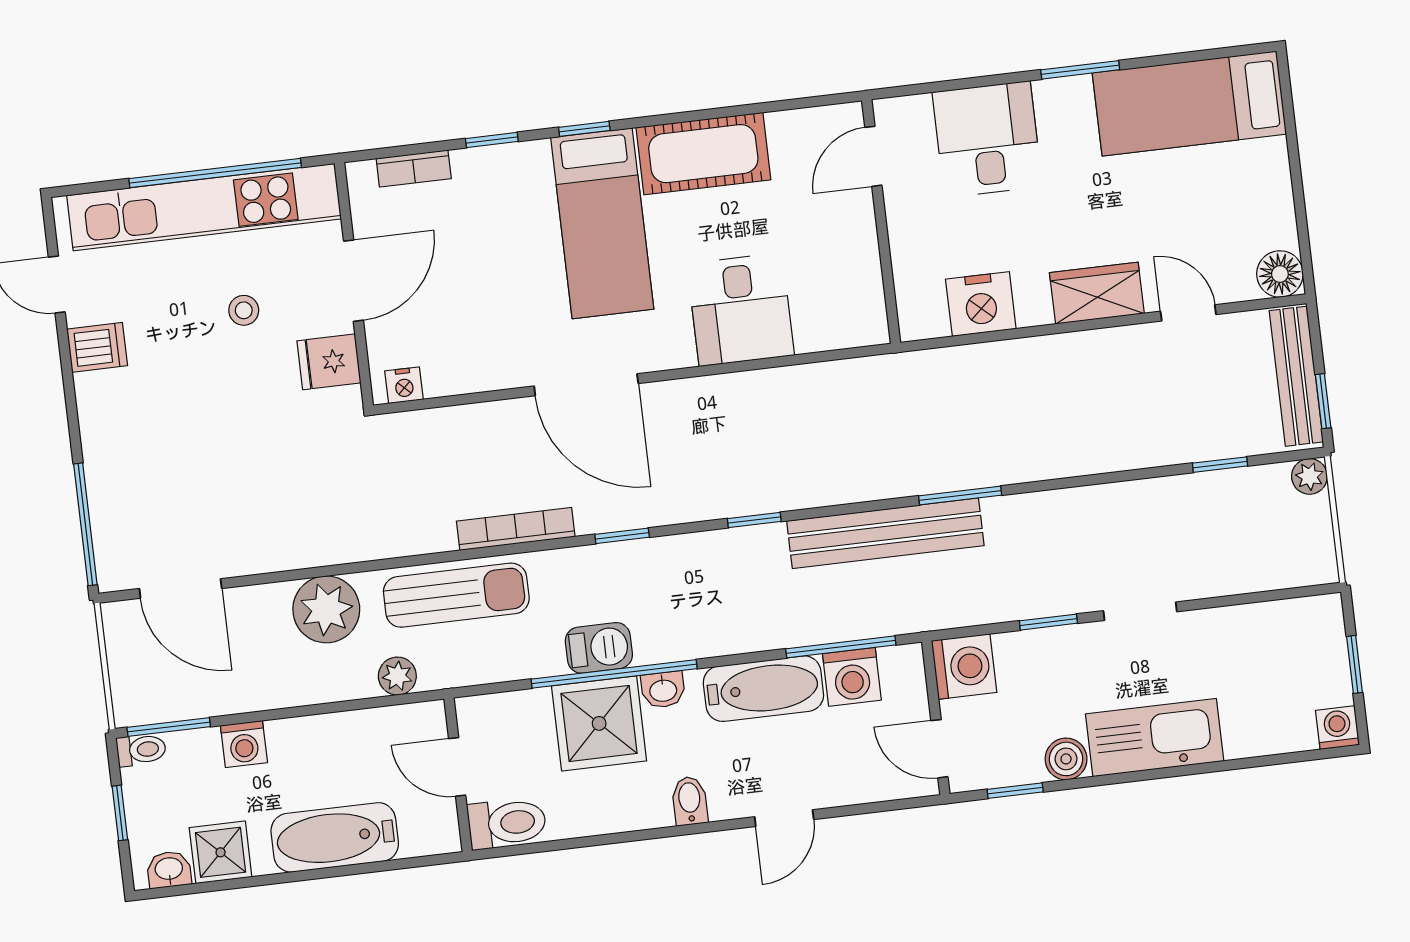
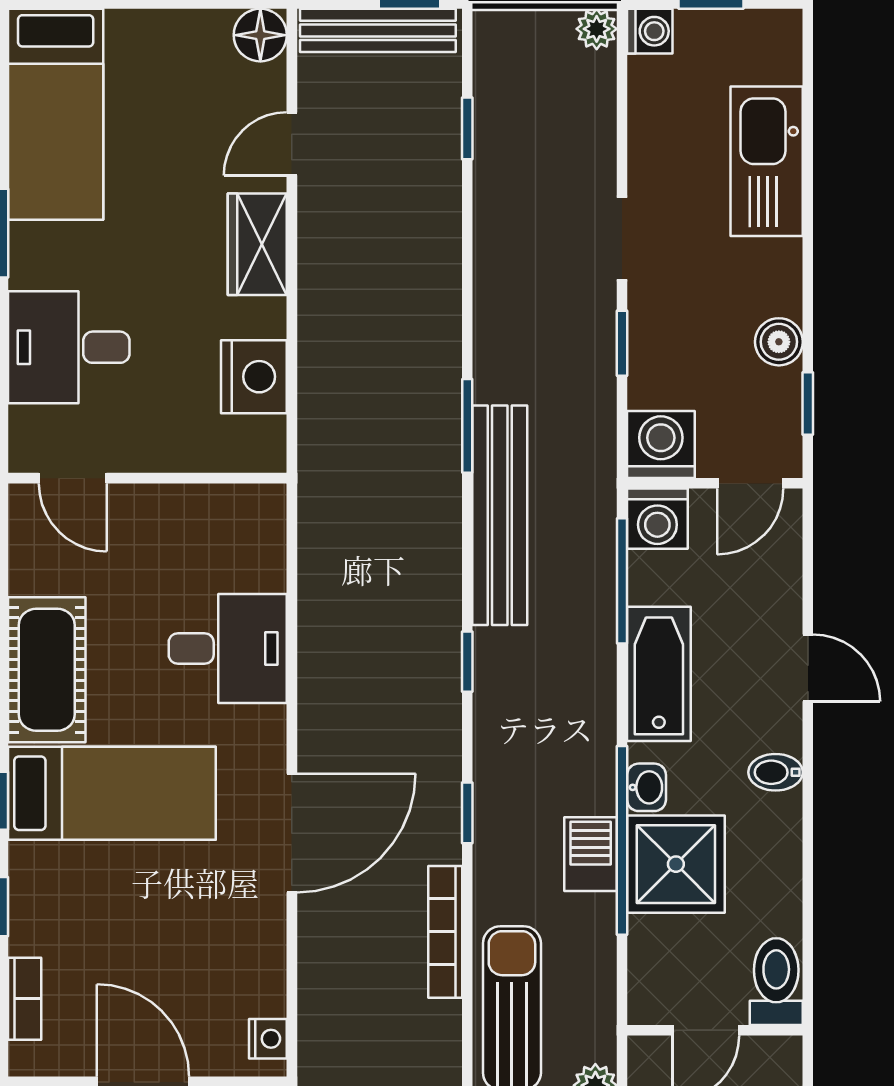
plant: (1309, 476) -> (597, 29), moved
washing machine: (852, 677) -> (657, 519), moved, turned 90
washing machine: (1337, 728) -> (650, 31), moved, turned 180
kitchen sink: (1155, 738) -> (767, 161), moved

